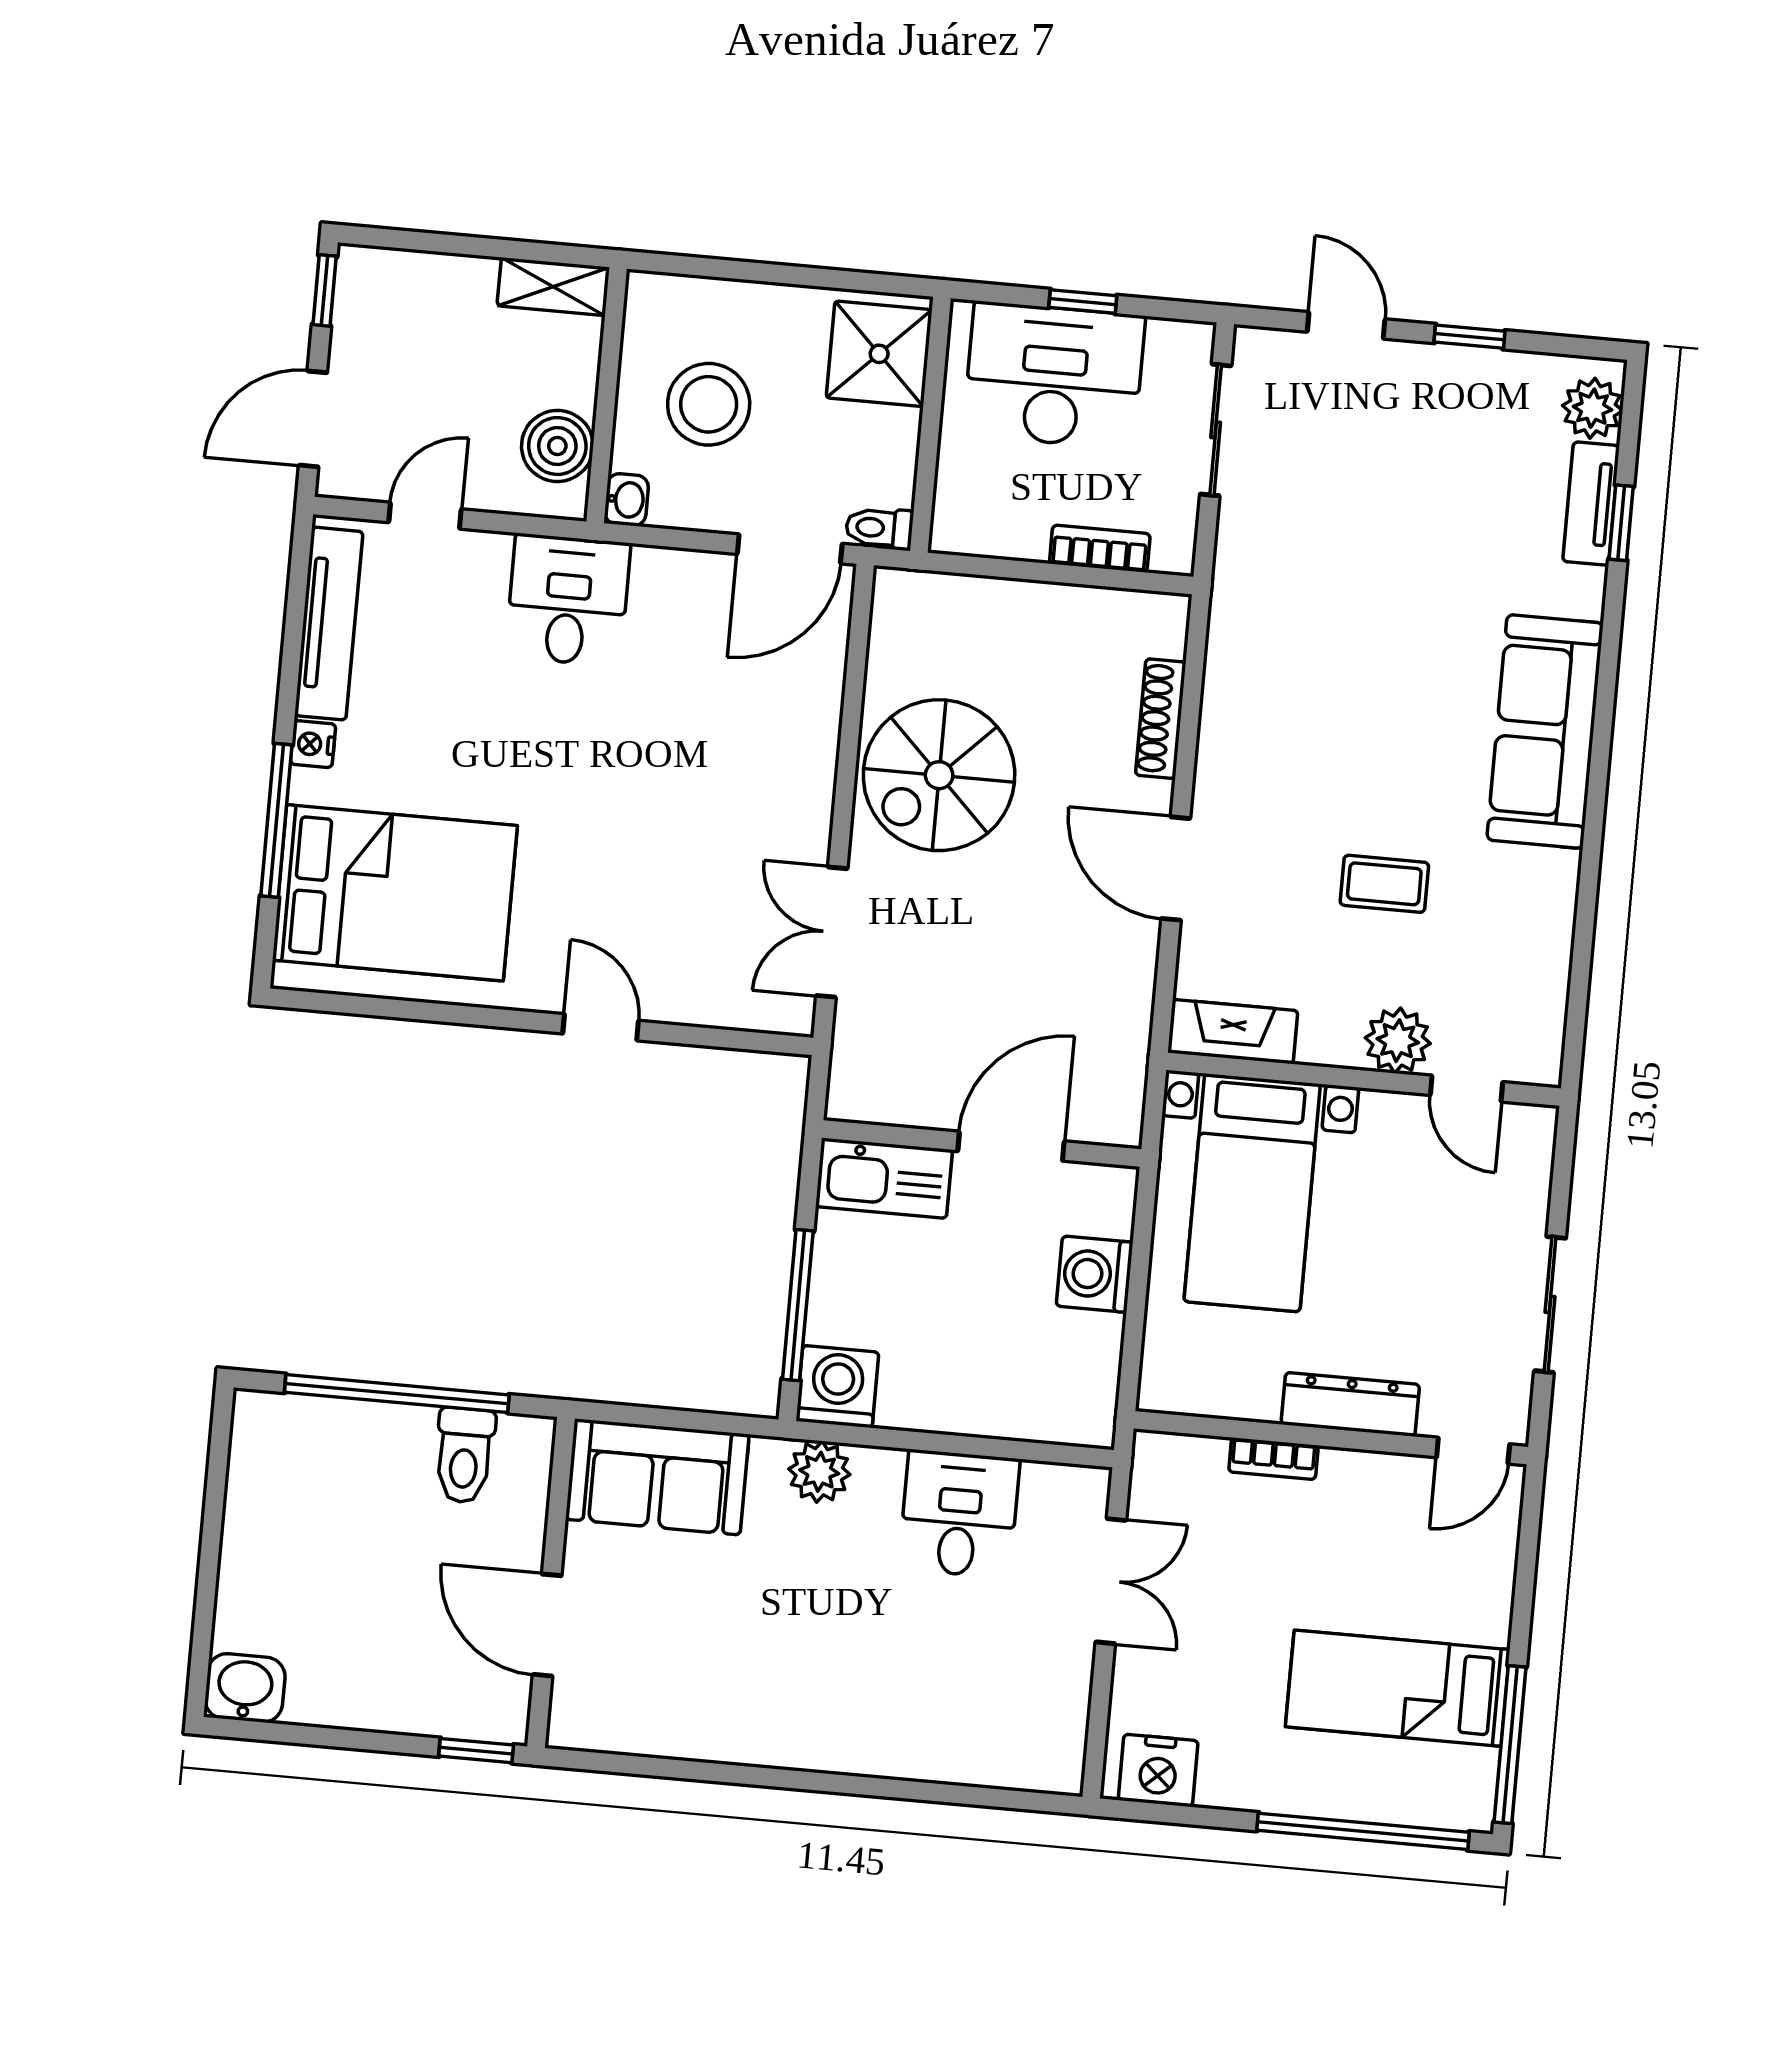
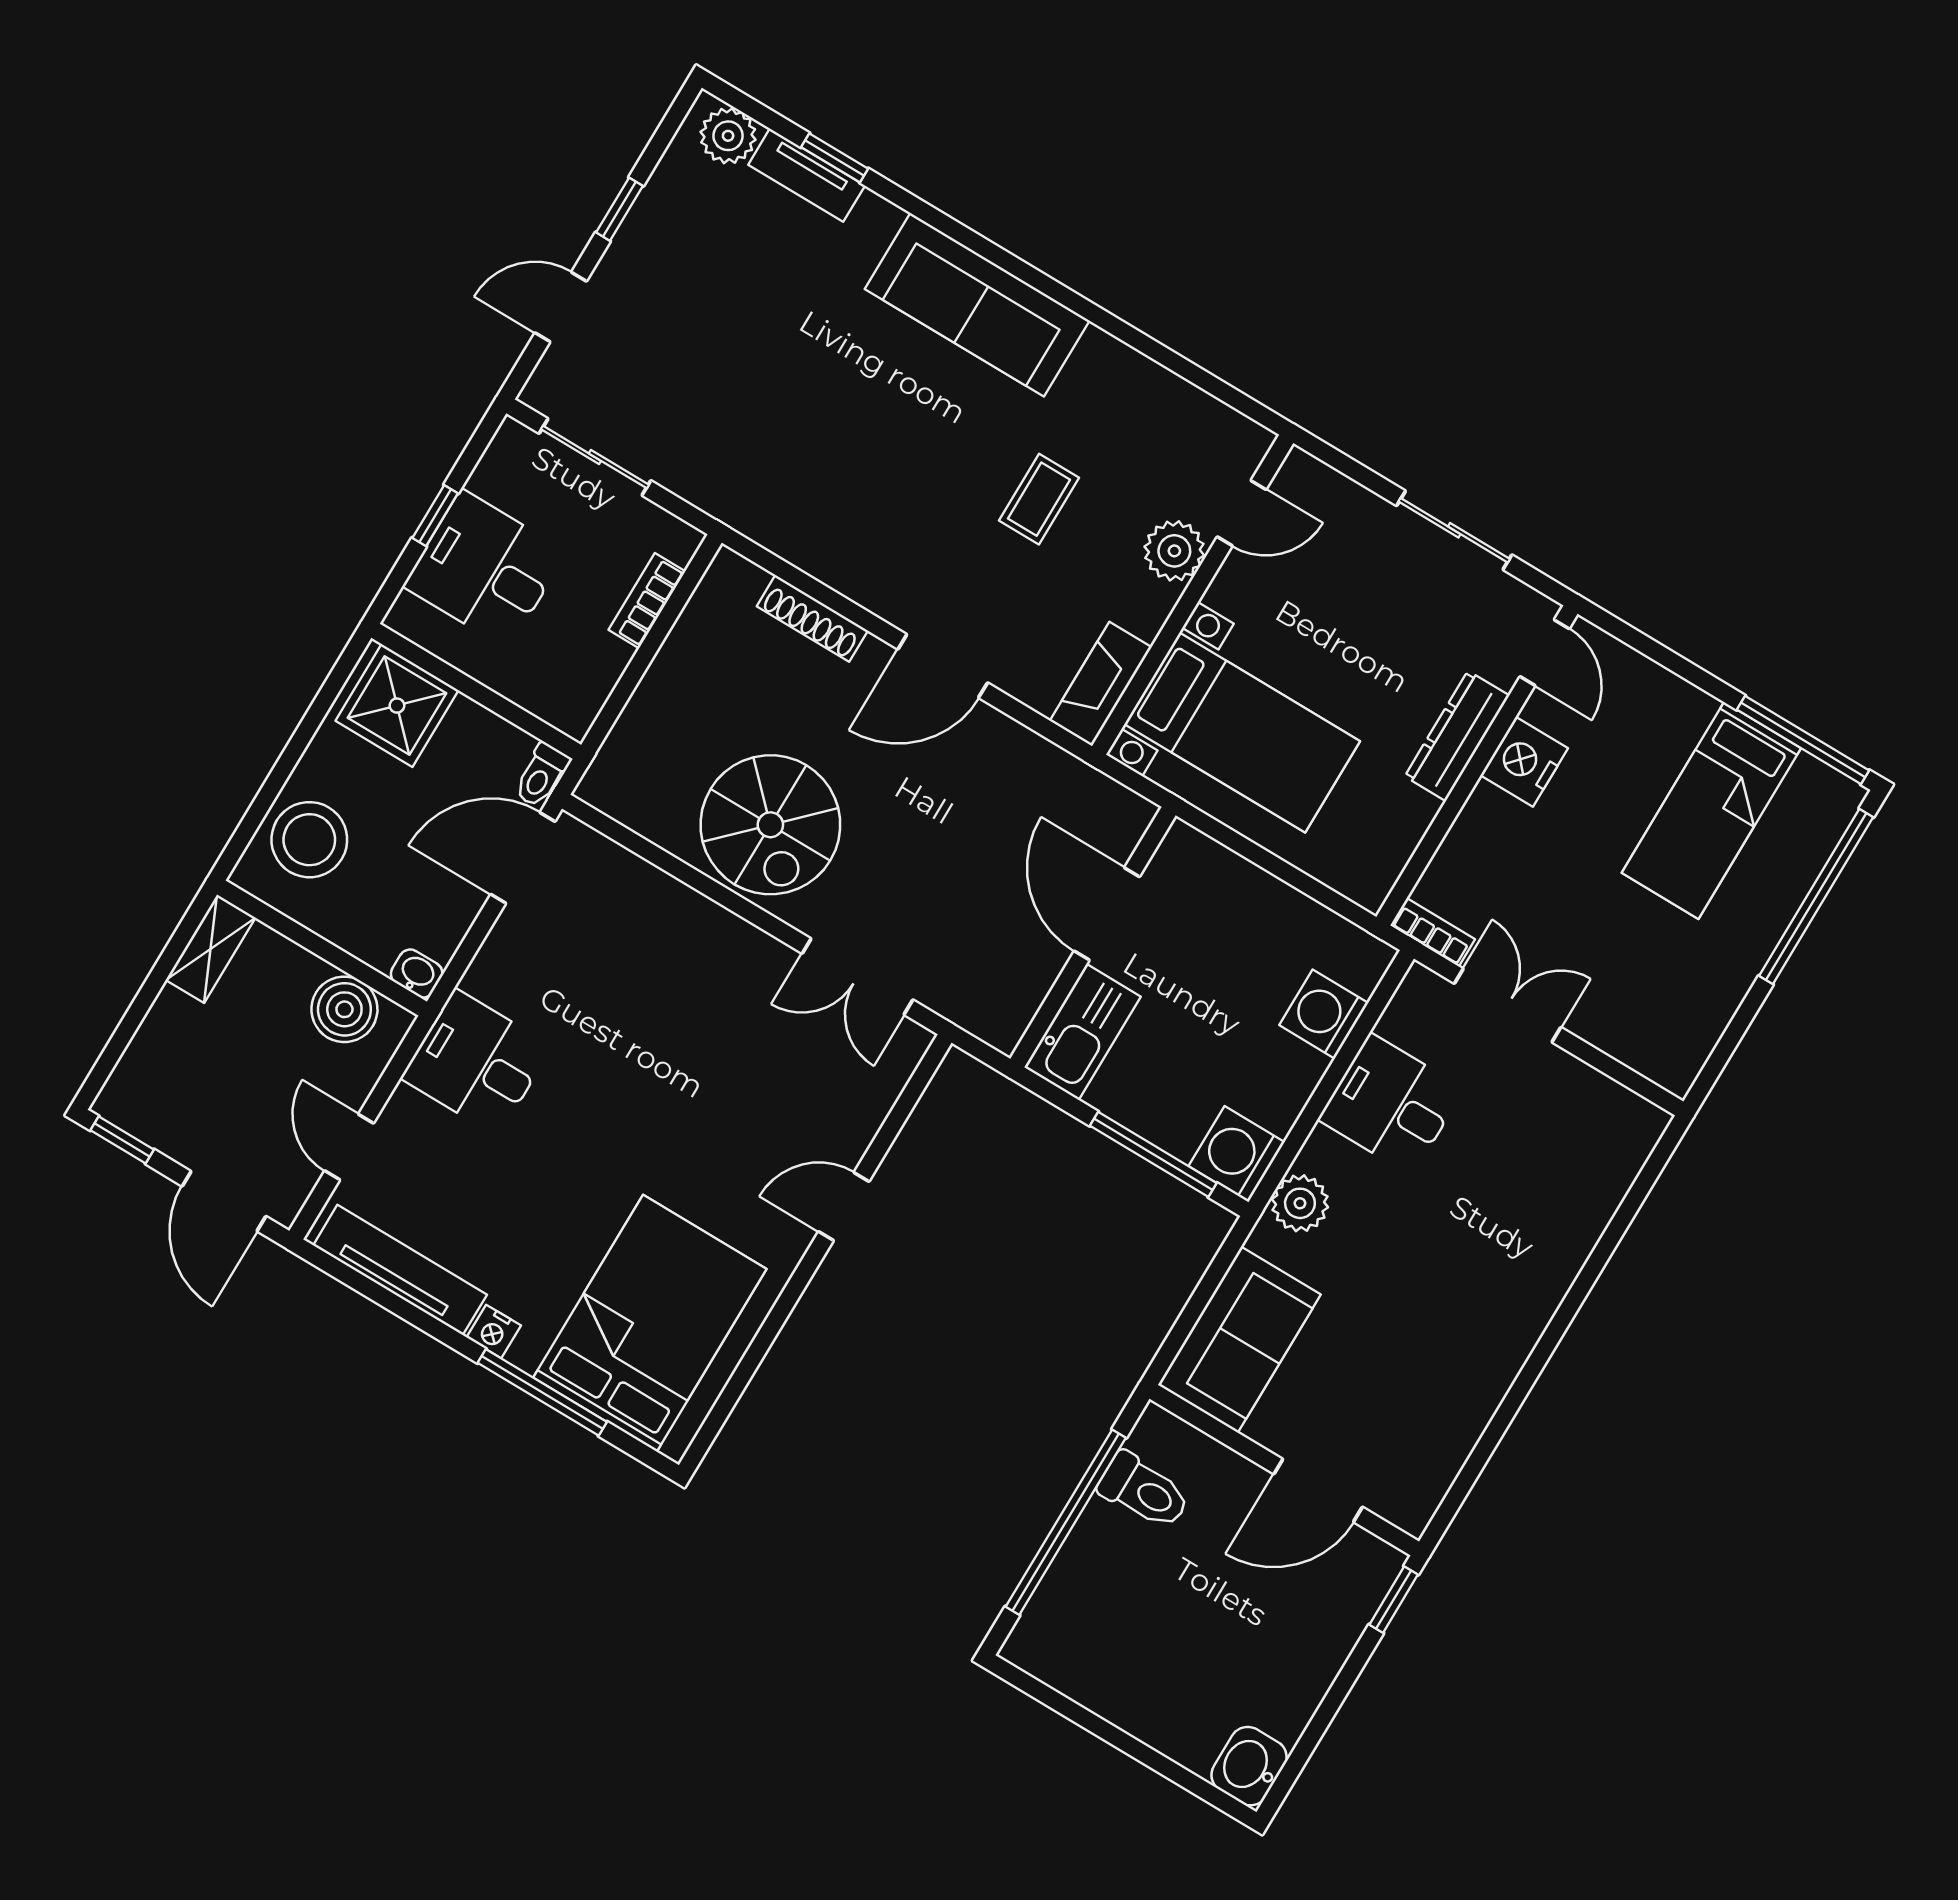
desk: (1054, 375) -> (485, 569), width x0.73
stool: (709, 404) -> (309, 840), moved
door: (790, 549) -> (523, 858), swing flipped
washing machine: (1095, 1274) -> (1324, 1014), moved, turned 90
bookcase: (1273, 1459) -> (1433, 932), moved, turned -90
nightstand: (1158, 1770) -> (1524, 762), moved, turned 180

